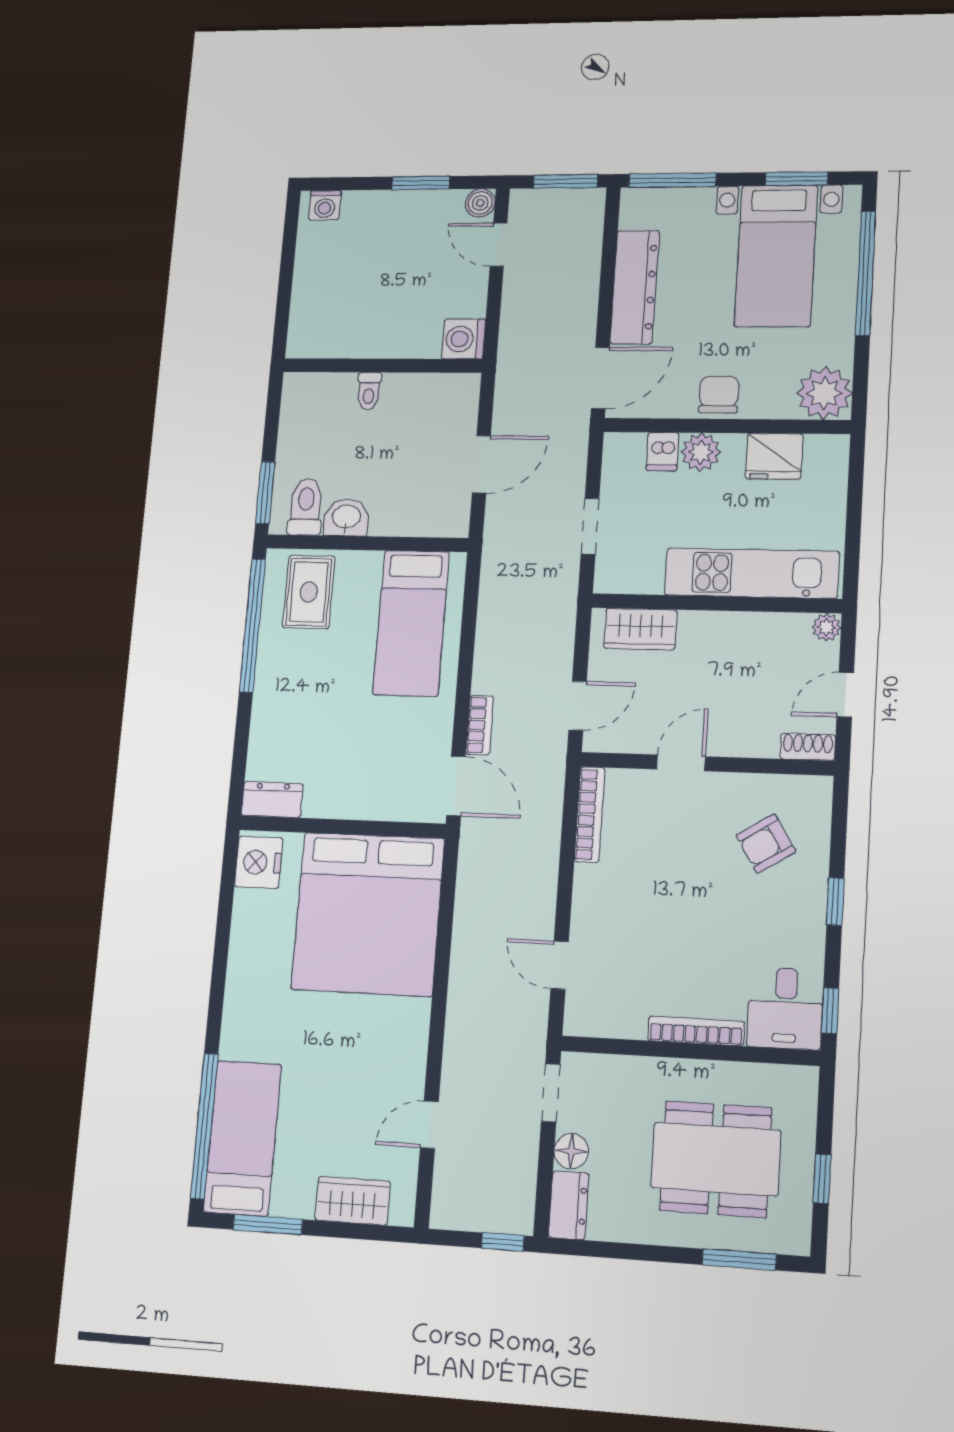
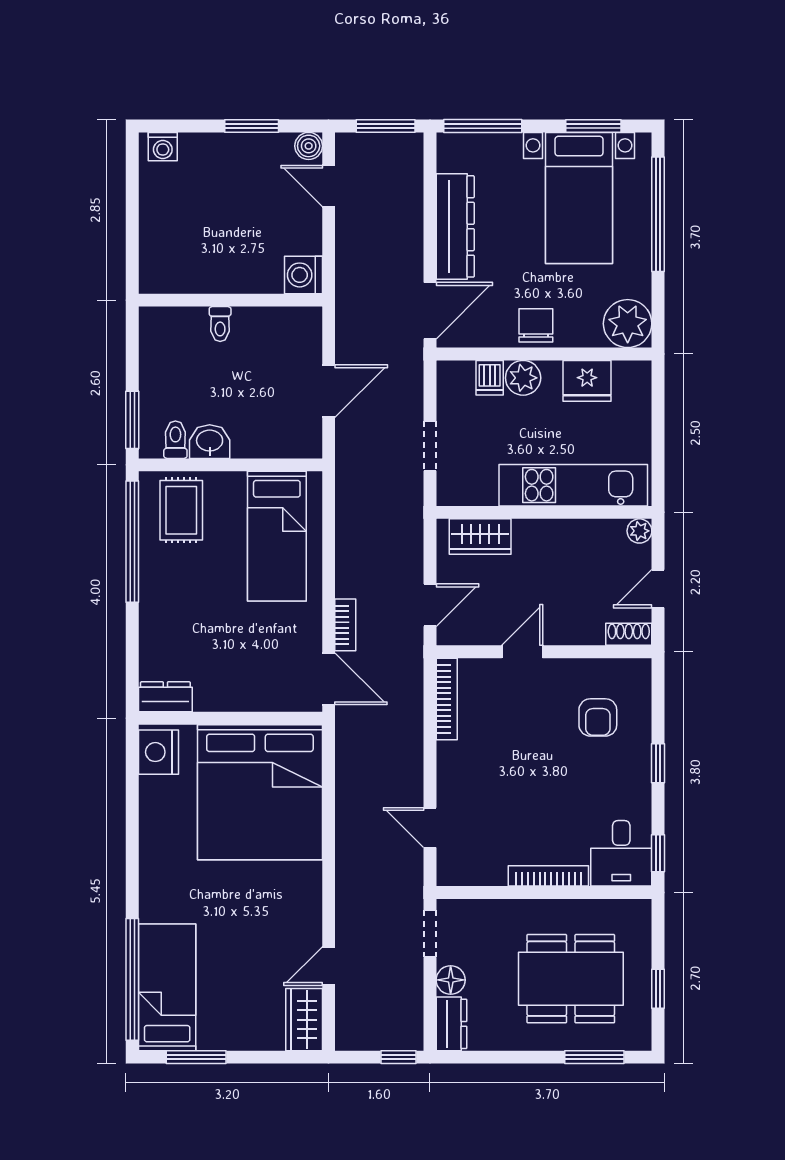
toilet: (306, 507) -> (175, 440), width x0.73, depth x0.72
armchair: (766, 844) -> (598, 717), turned -58
wardrobe: (353, 1201) -> (304, 1020), moved, turned -90

